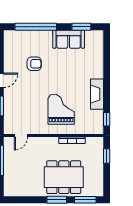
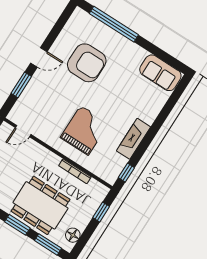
window: (81, 27) -> (163, 56), removed
sofa: (69, 39) -> (160, 73), moved
armchair: (34, 64) -> (87, 63), width x1.88, depth x1.88
floor lamp: (98, 183) -> (73, 235), added

